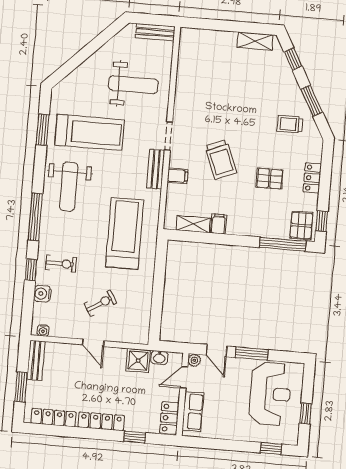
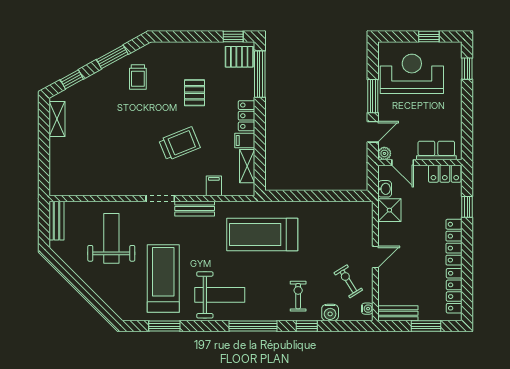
filing cabinet: (178, 176) -> (214, 186), moved
locker: (312, 178) -> (247, 116), moved, turned 90
exercise bike: (100, 303) -> (348, 281), moved

